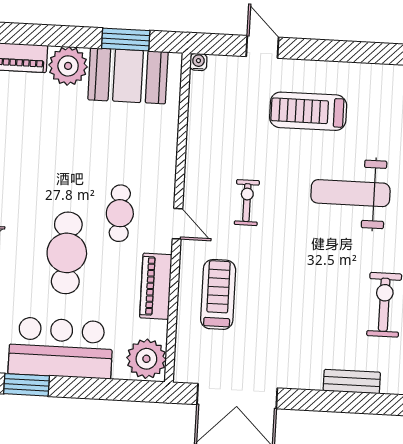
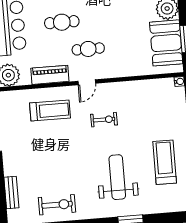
treadmill: (308, 111) -> (165, 162), moved
cafe table: (67, 253) -> (62, 22), width x0.73, depth x0.74

